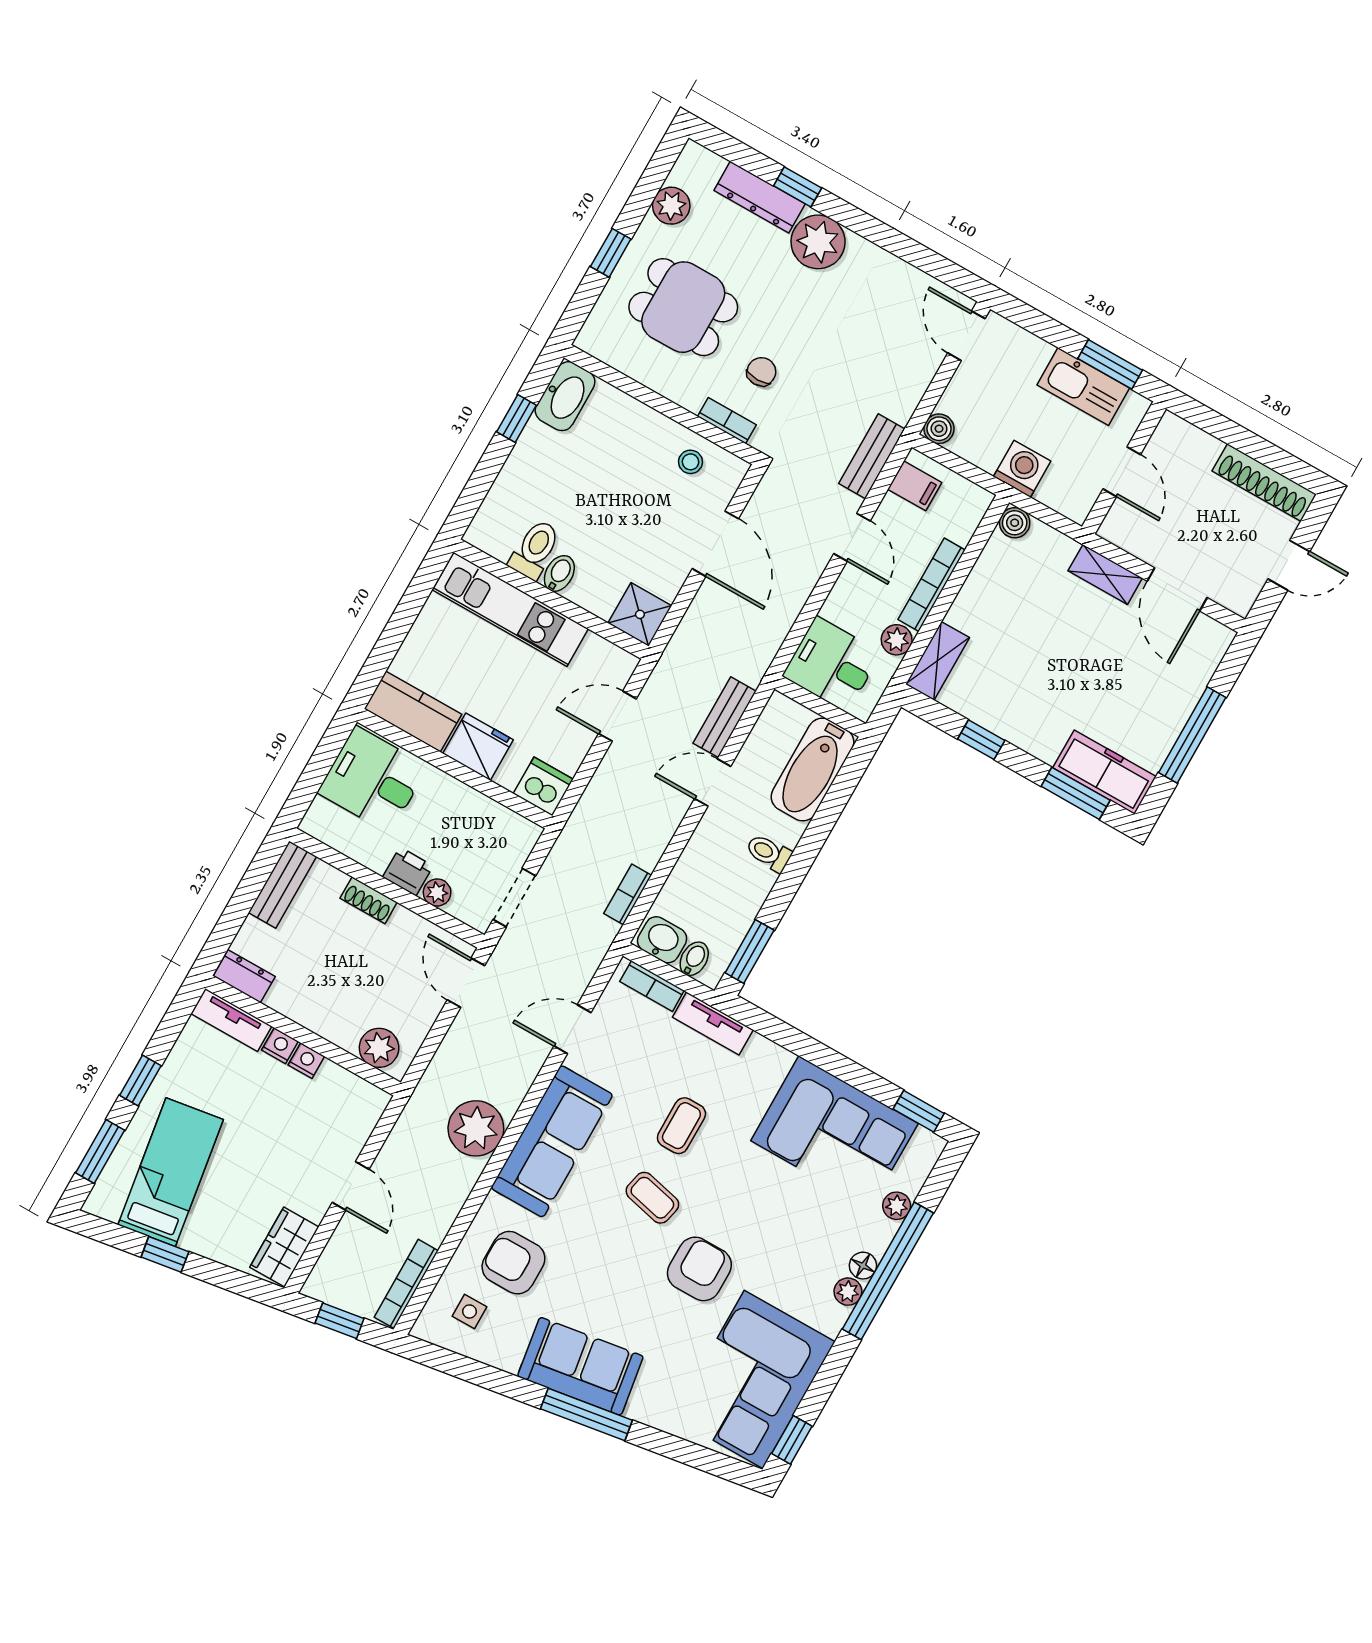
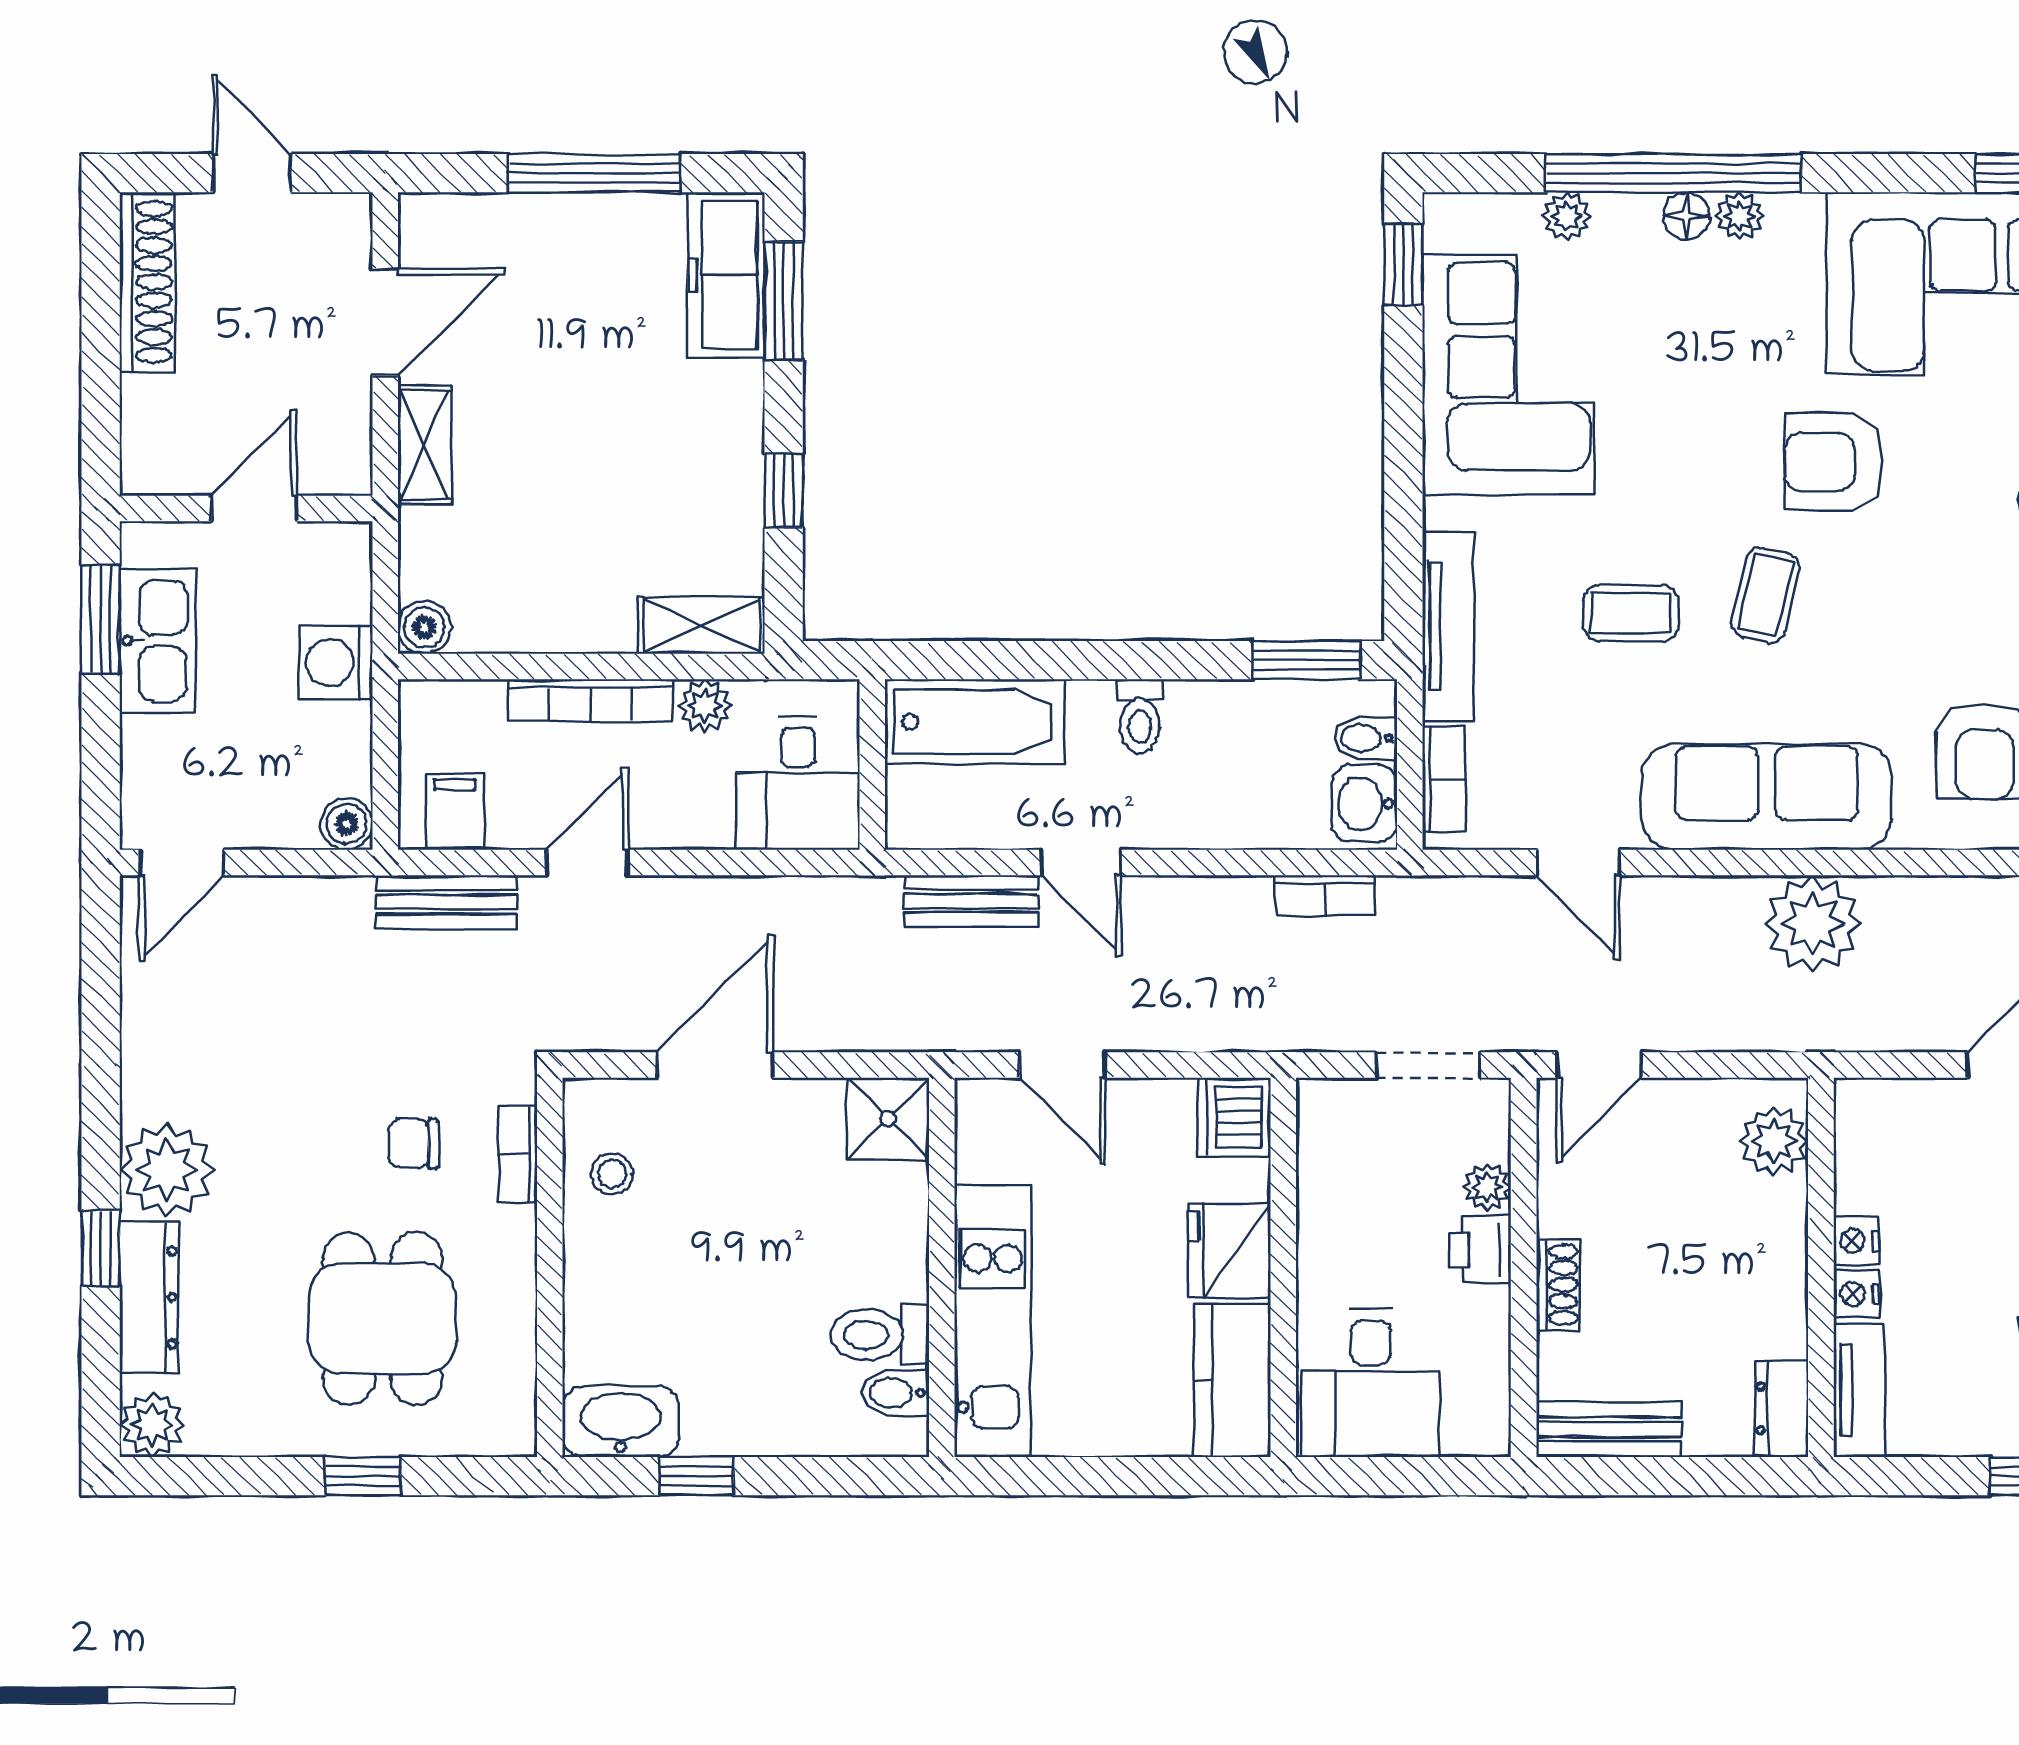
plant: (671, 206) -> (152, 1425), moved
bidet: (559, 573) -> (895, 1393), moved
tv unit: (713, 1024) -> (1448, 626), width x1.41

